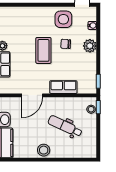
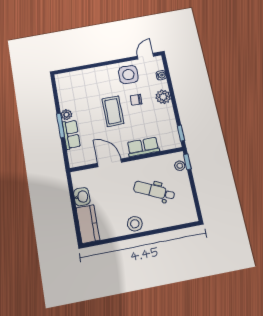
door: (32, 95) -> (109, 163), swing flipped

